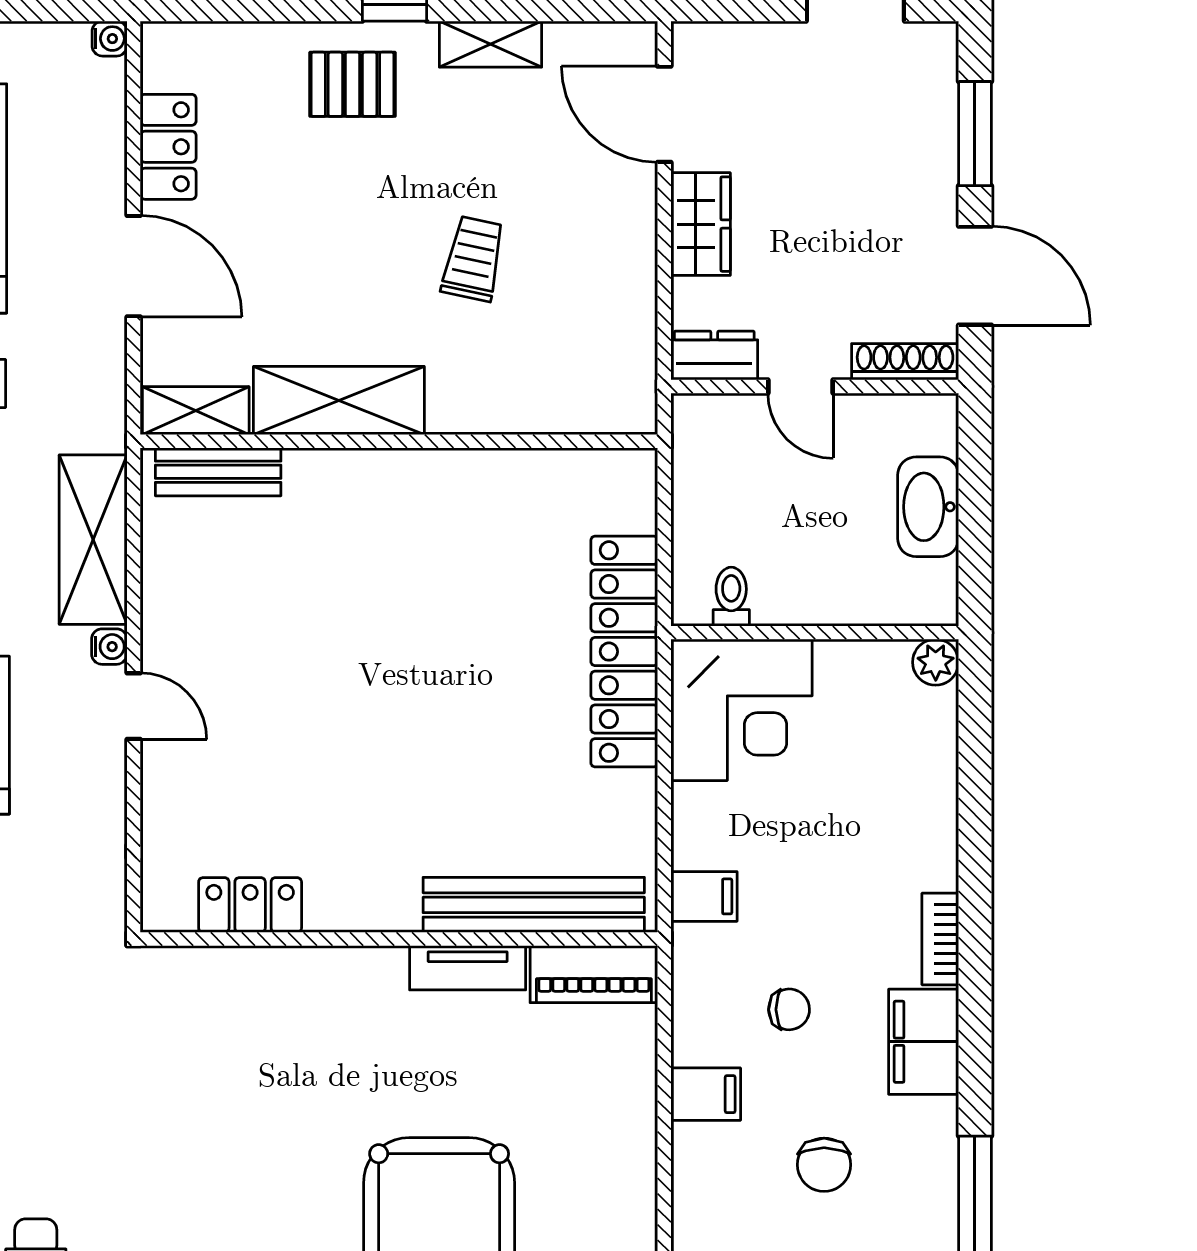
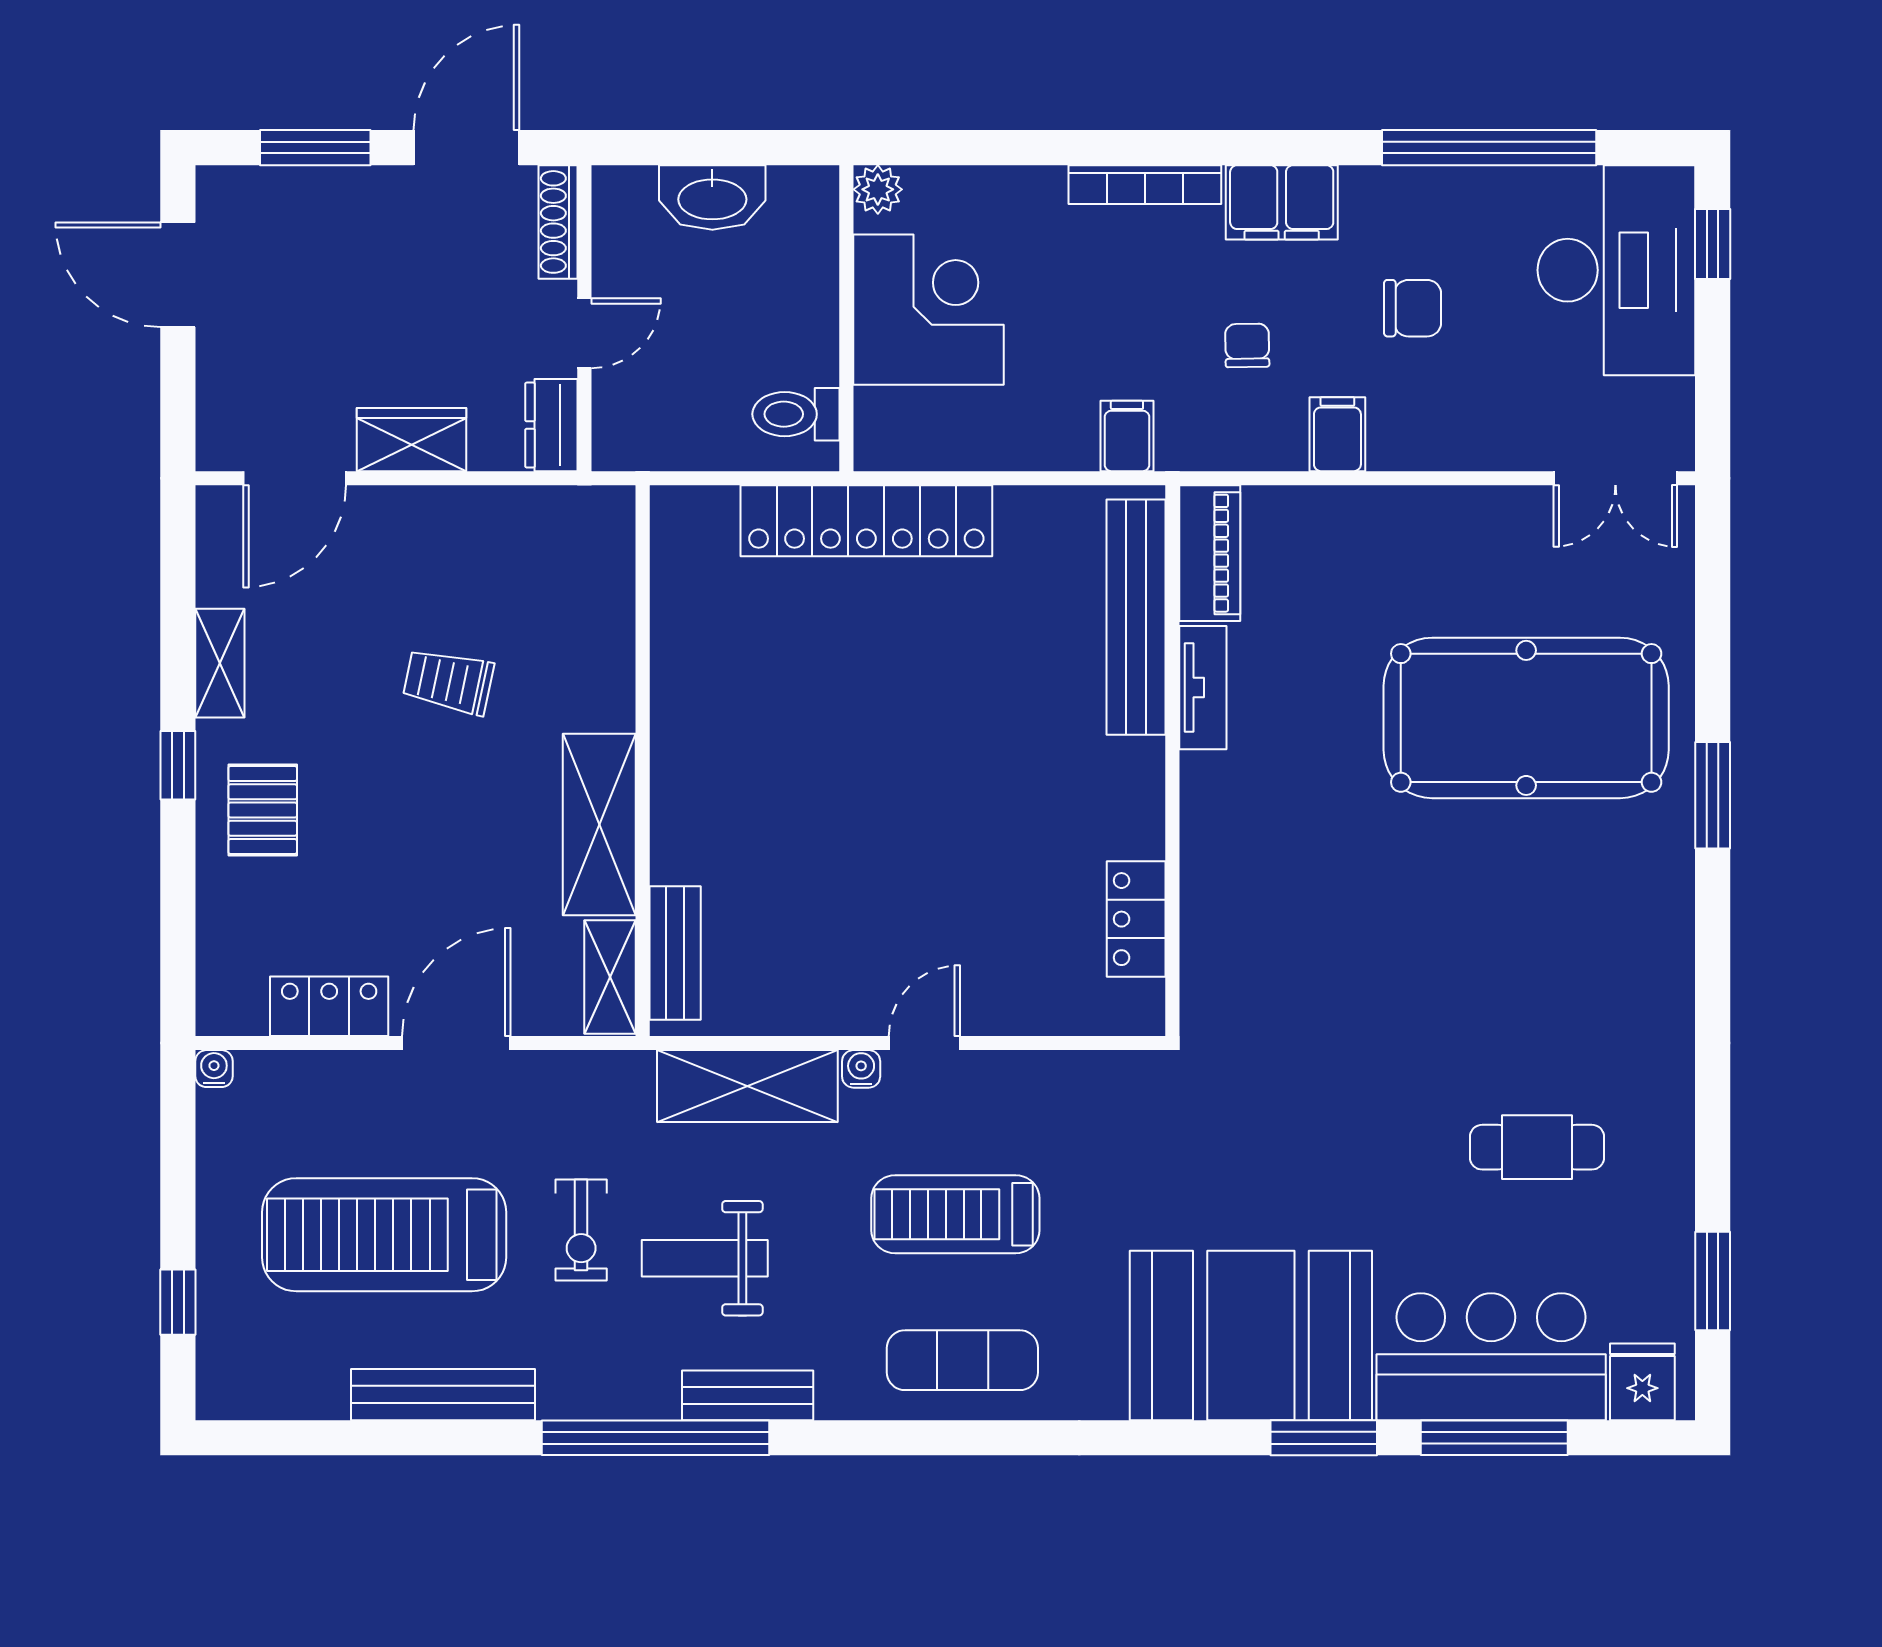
toilet: (731, 597) -> (796, 414), width x1.37, depth x1.39
corner desk: (741, 710) -> (928, 310), moved
bookcase: (940, 939) -> (1145, 185), width x1.56

